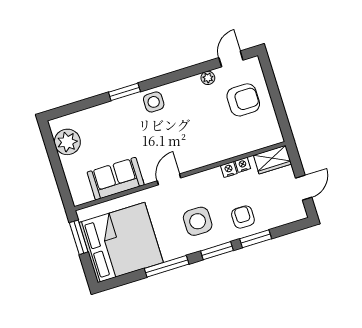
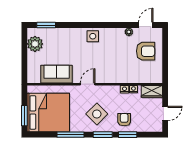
window: (124, 92) -> (46, 25), moved
side table: (198, 221) -> (97, 114), turned 45
window: (79, 237) -> (24, 116), moved

